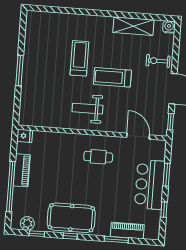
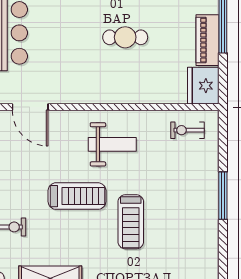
exercise bike: (39, 114) -> (187, 130), added
fridge: (25, 136) -> (203, 86), width x1.88, depth x1.34
cafe table: (98, 157) -> (125, 37), moved

